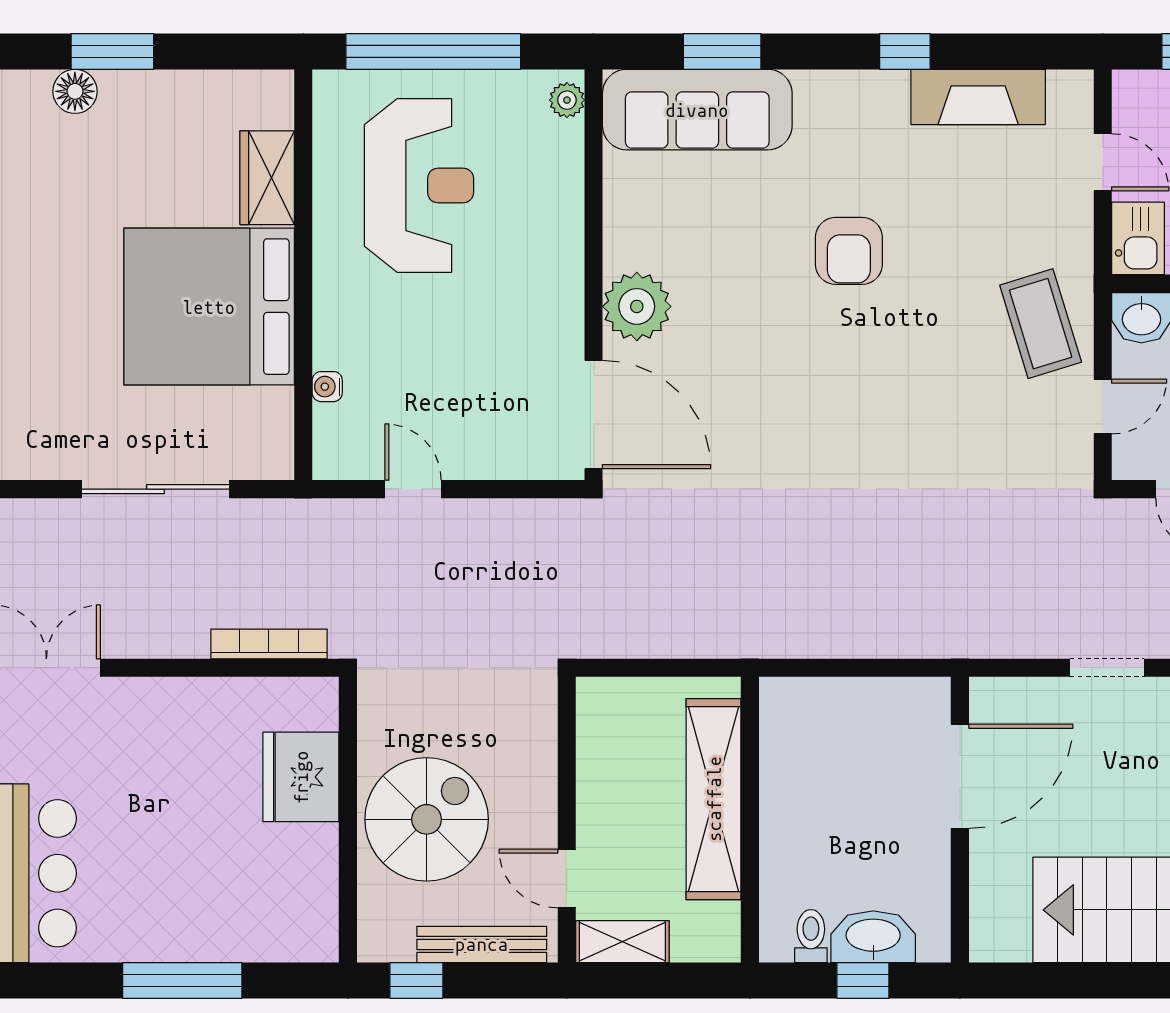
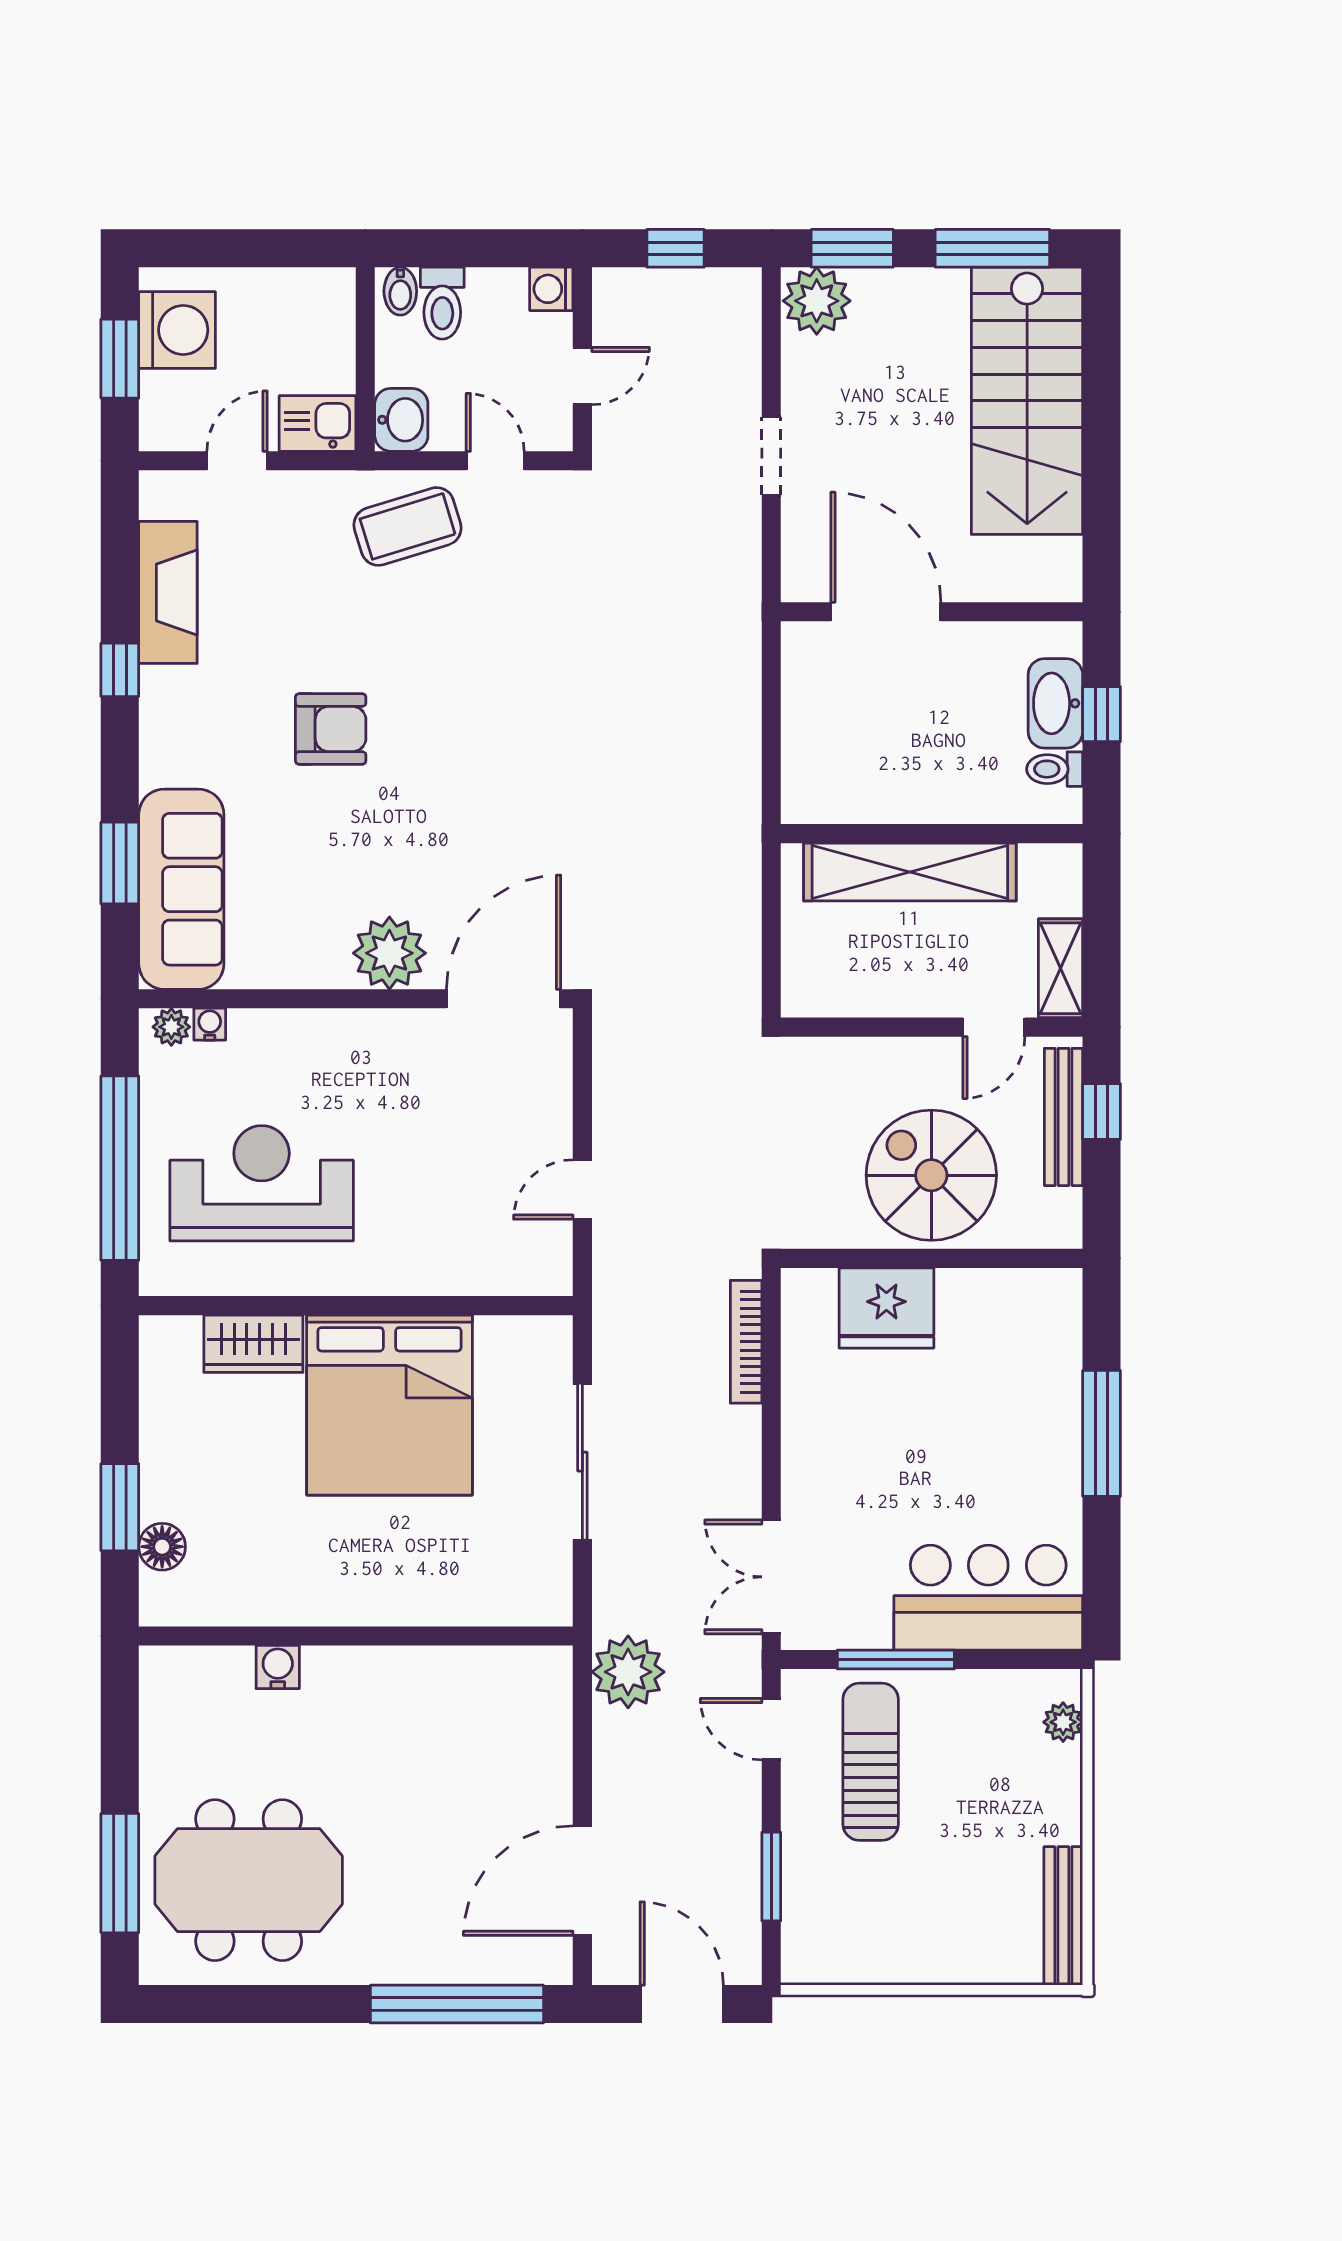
water cooler: (327, 387) -> (210, 1024), moved, turned 180
window: (416, 980) -> (1102, 1112), moved

